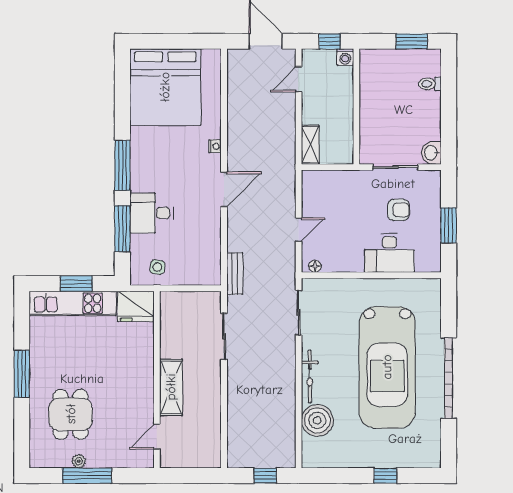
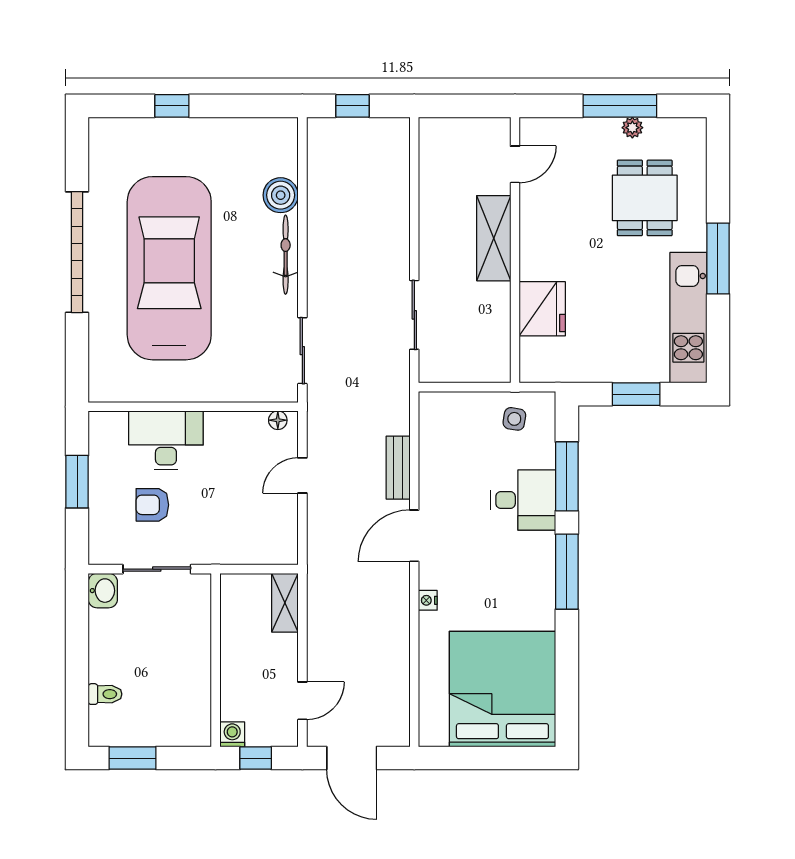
bench: (235, 274) -> (398, 468), moved
kitchen unit: (73, 303) -> (688, 318), moved, turned -90
fridge: (136, 306) -> (542, 309), moved, turned 90
boiler: (317, 420) -> (281, 195), width x0.73, depth x0.73

